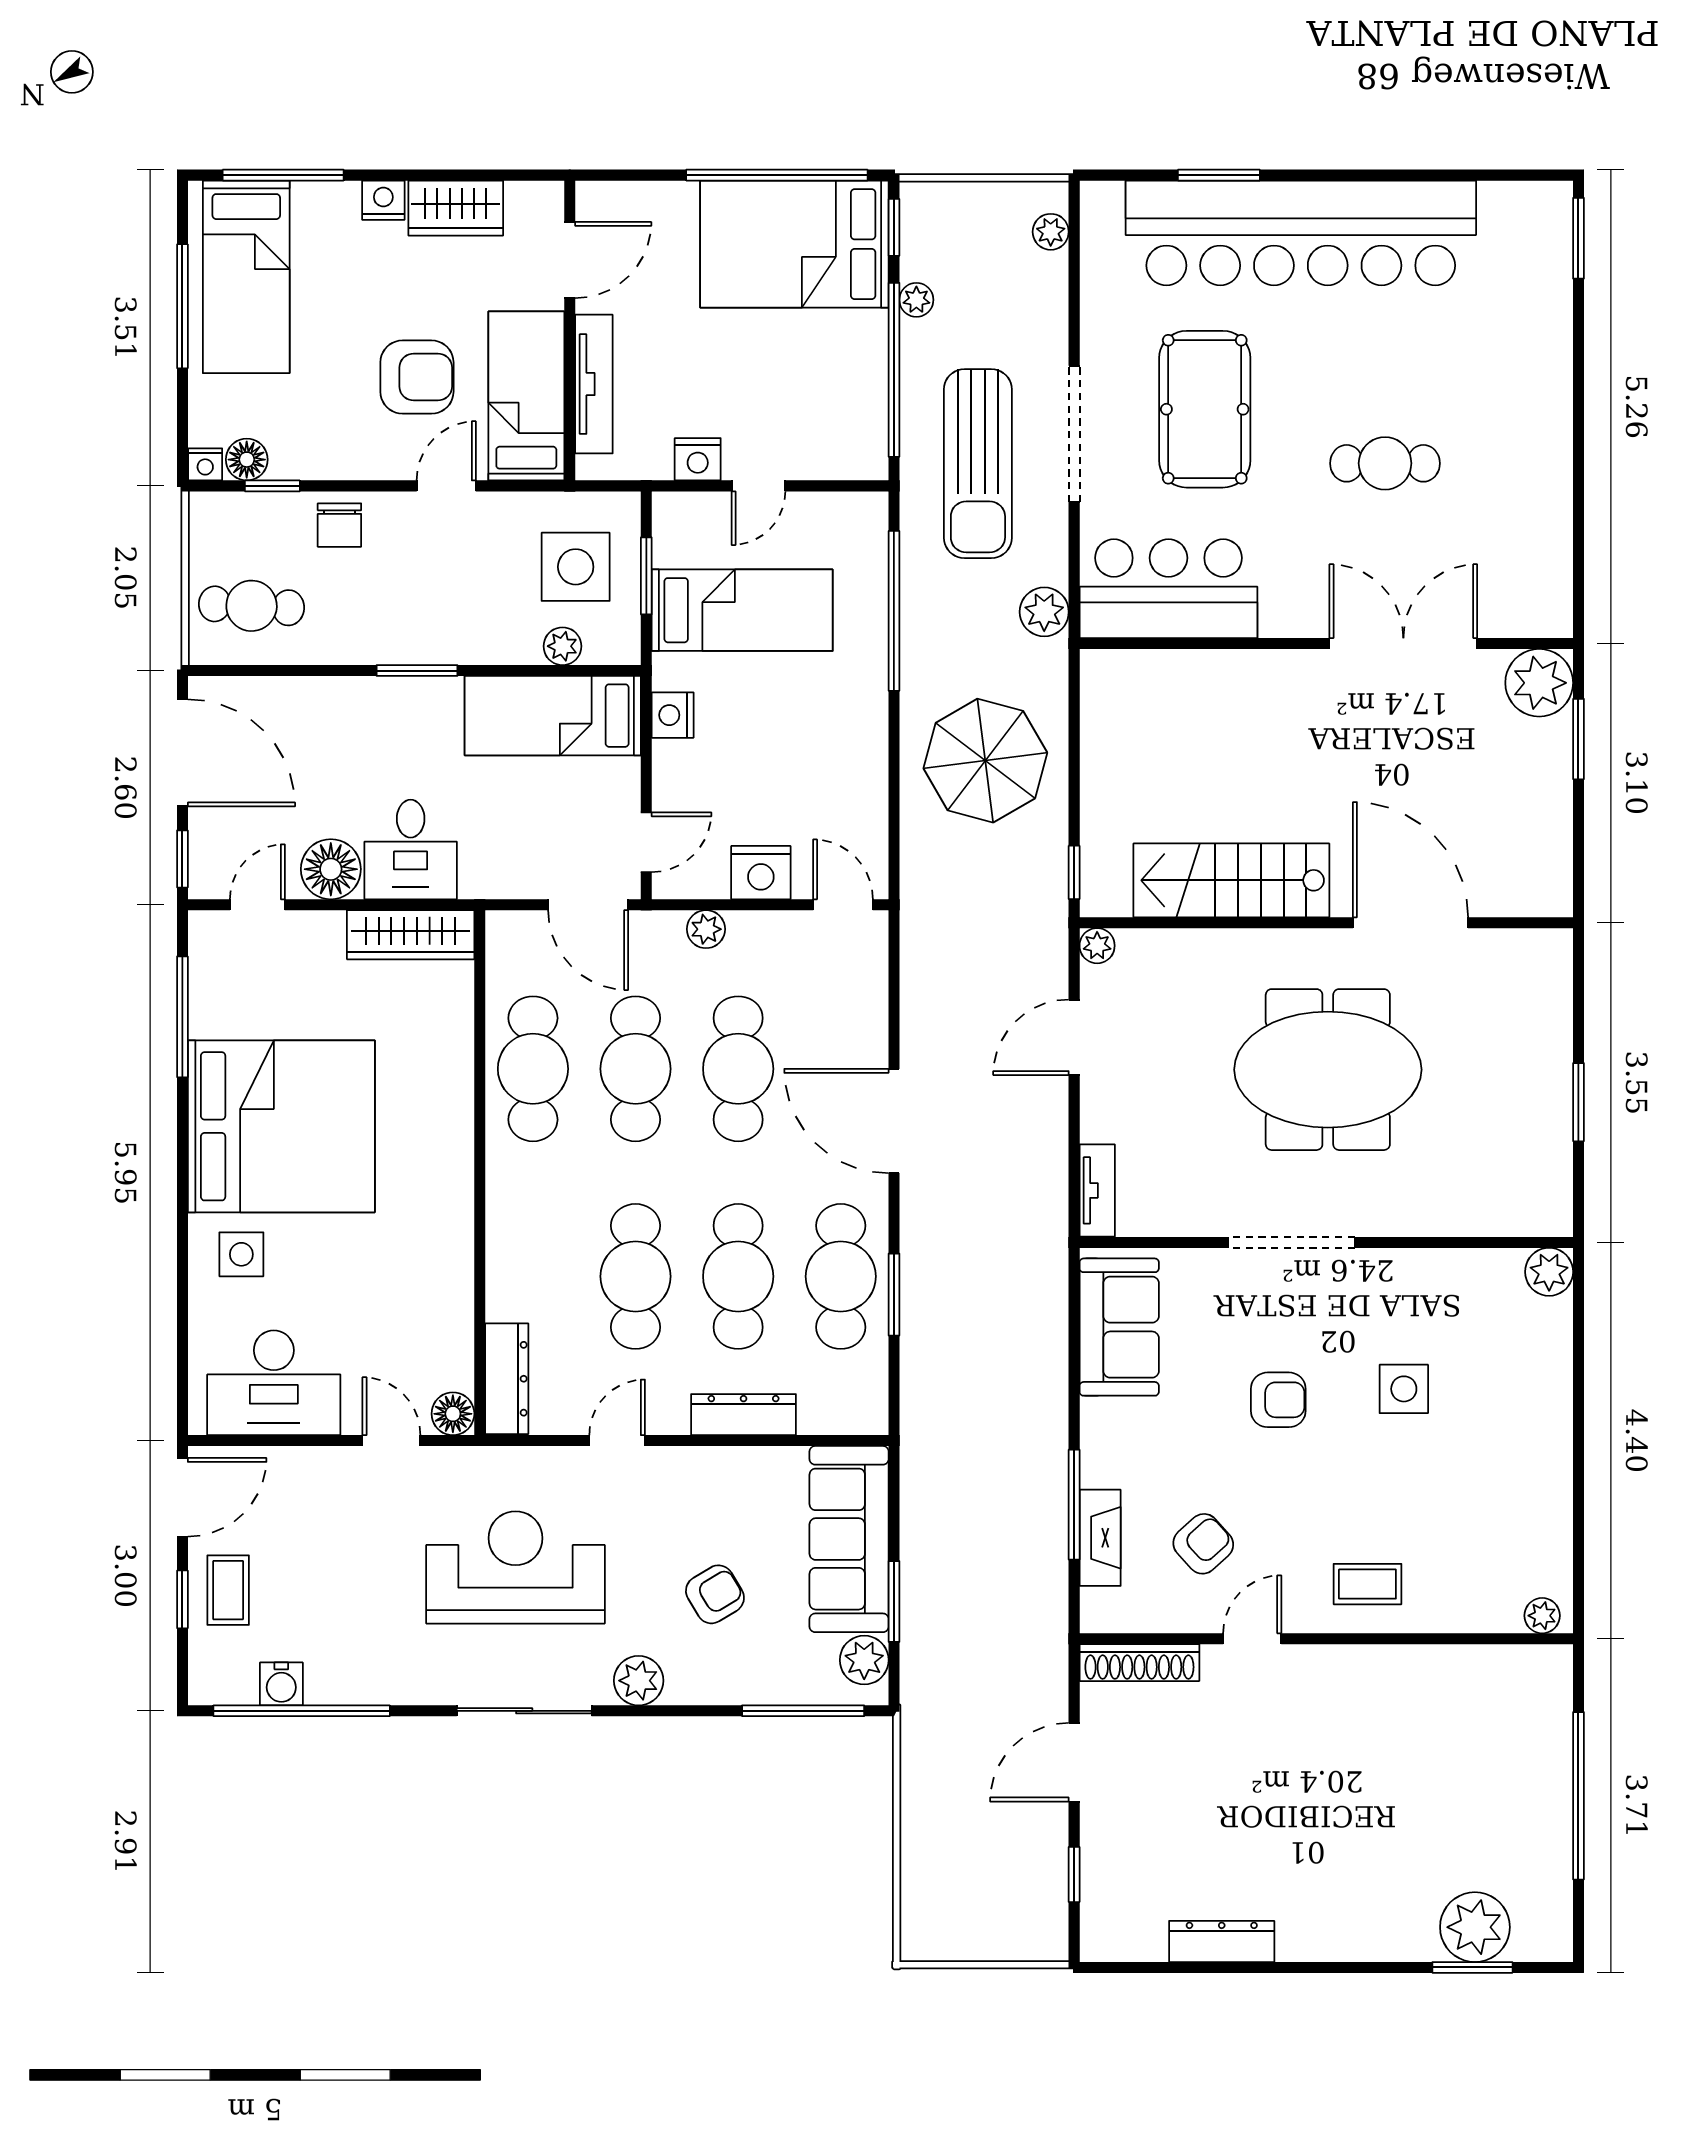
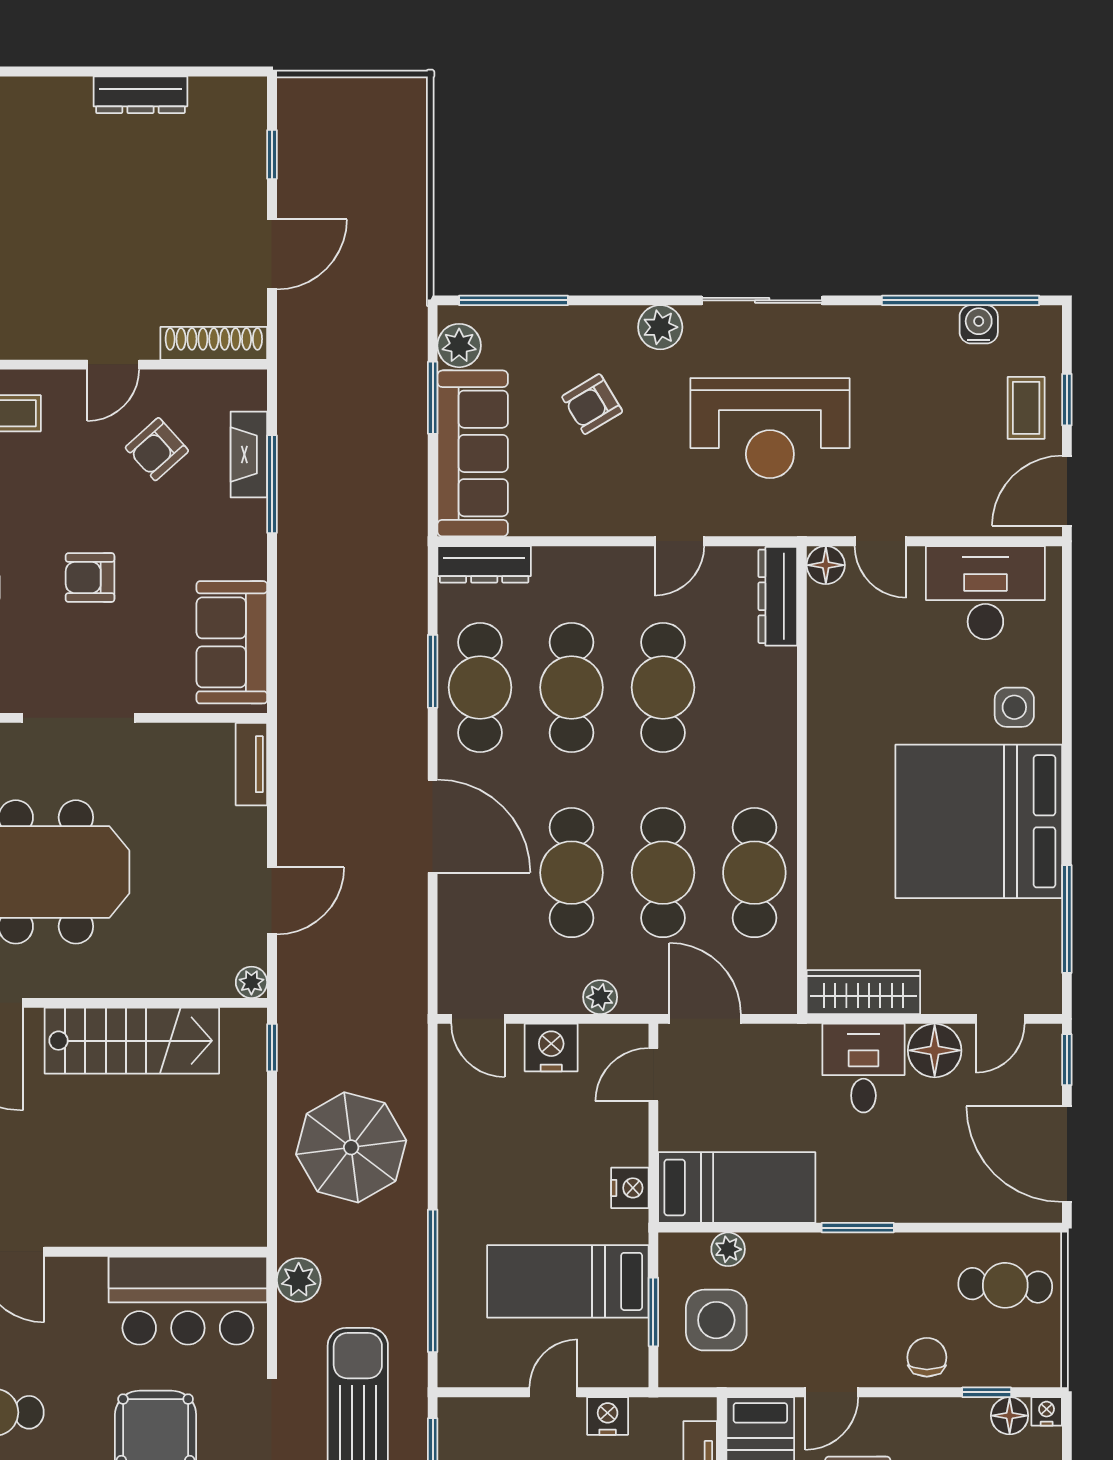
dresser: (744, 1415) -> (484, 564), moved

